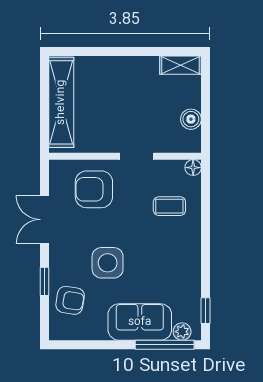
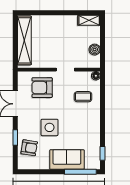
plant: (182, 332) -> (90, 165), removed

